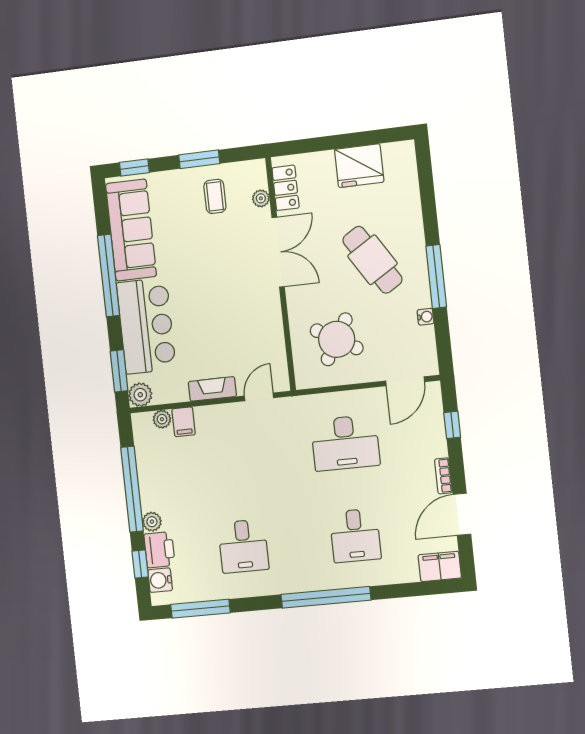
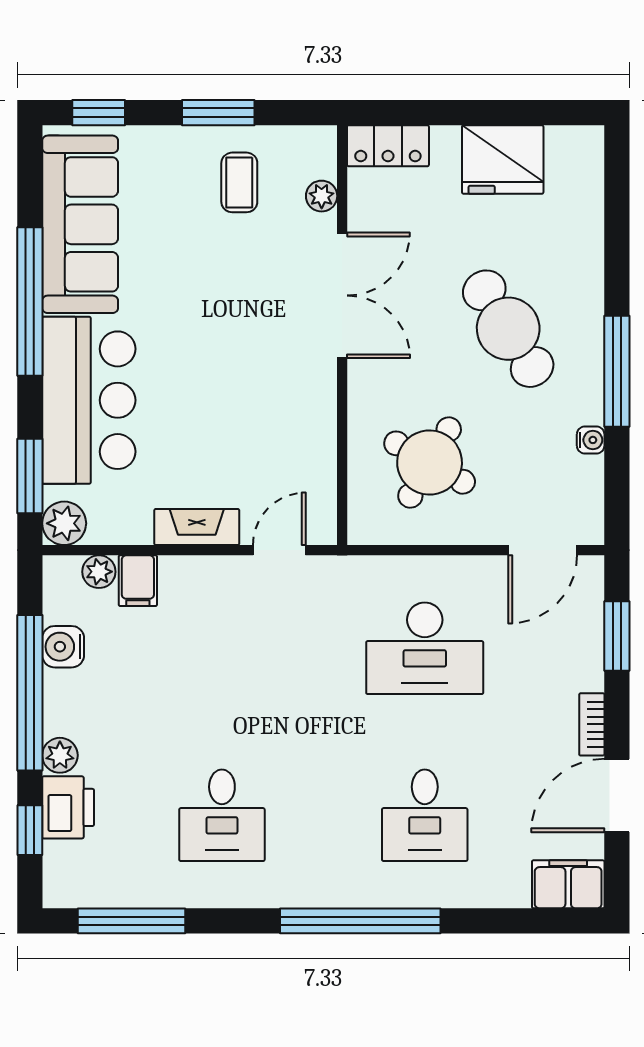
locker: (286, 188) -> (388, 146), moved, turned 90
window: (452, 425) -> (617, 636), width x1.50
water cooler: (160, 580) -> (63, 647), moved

